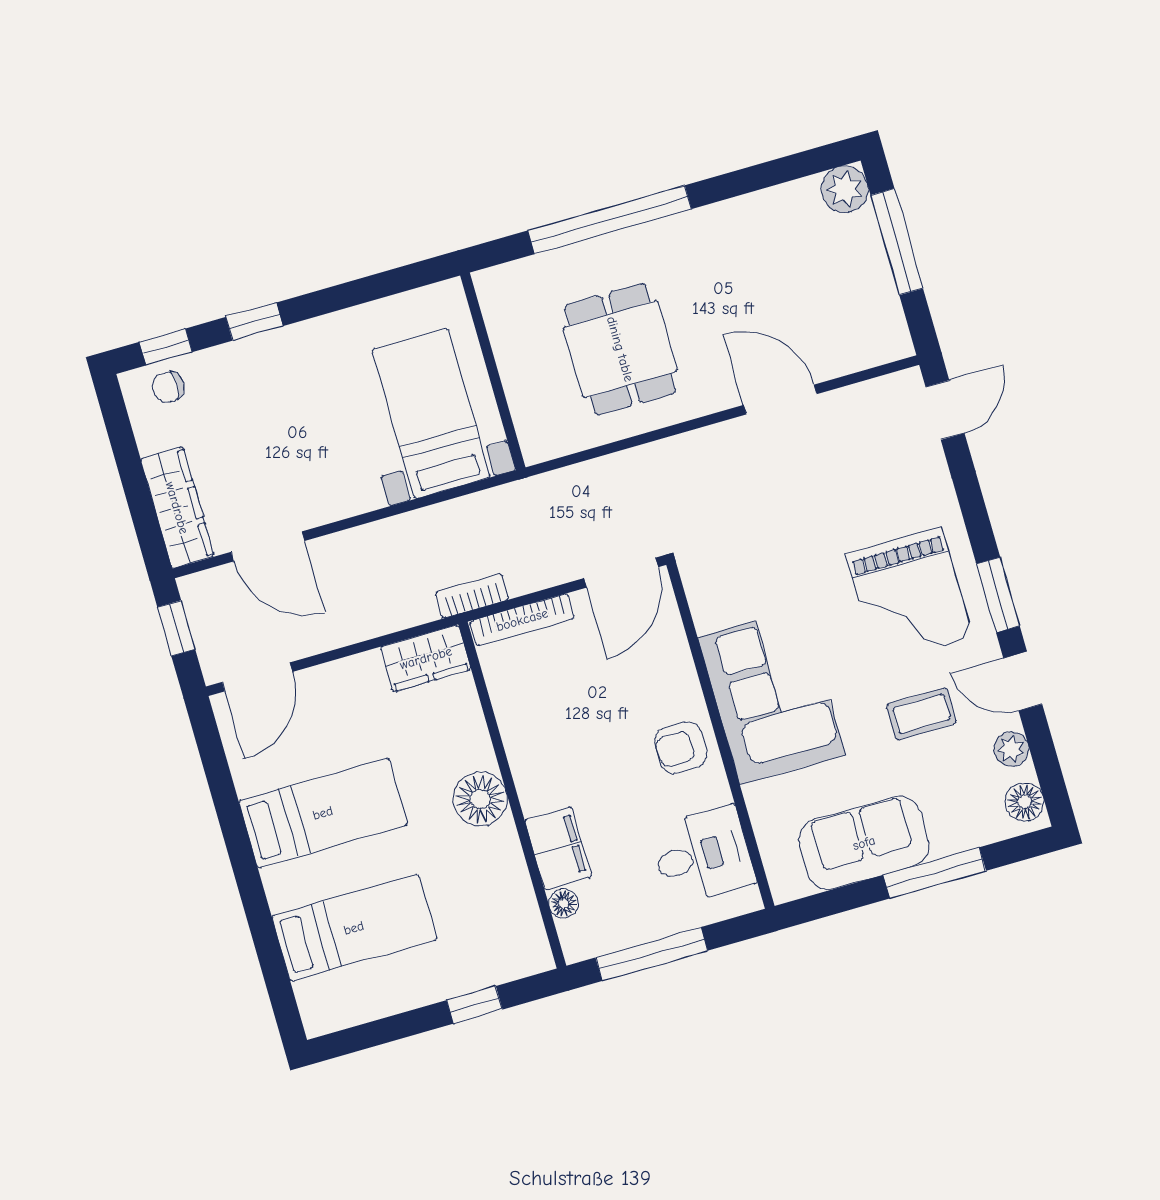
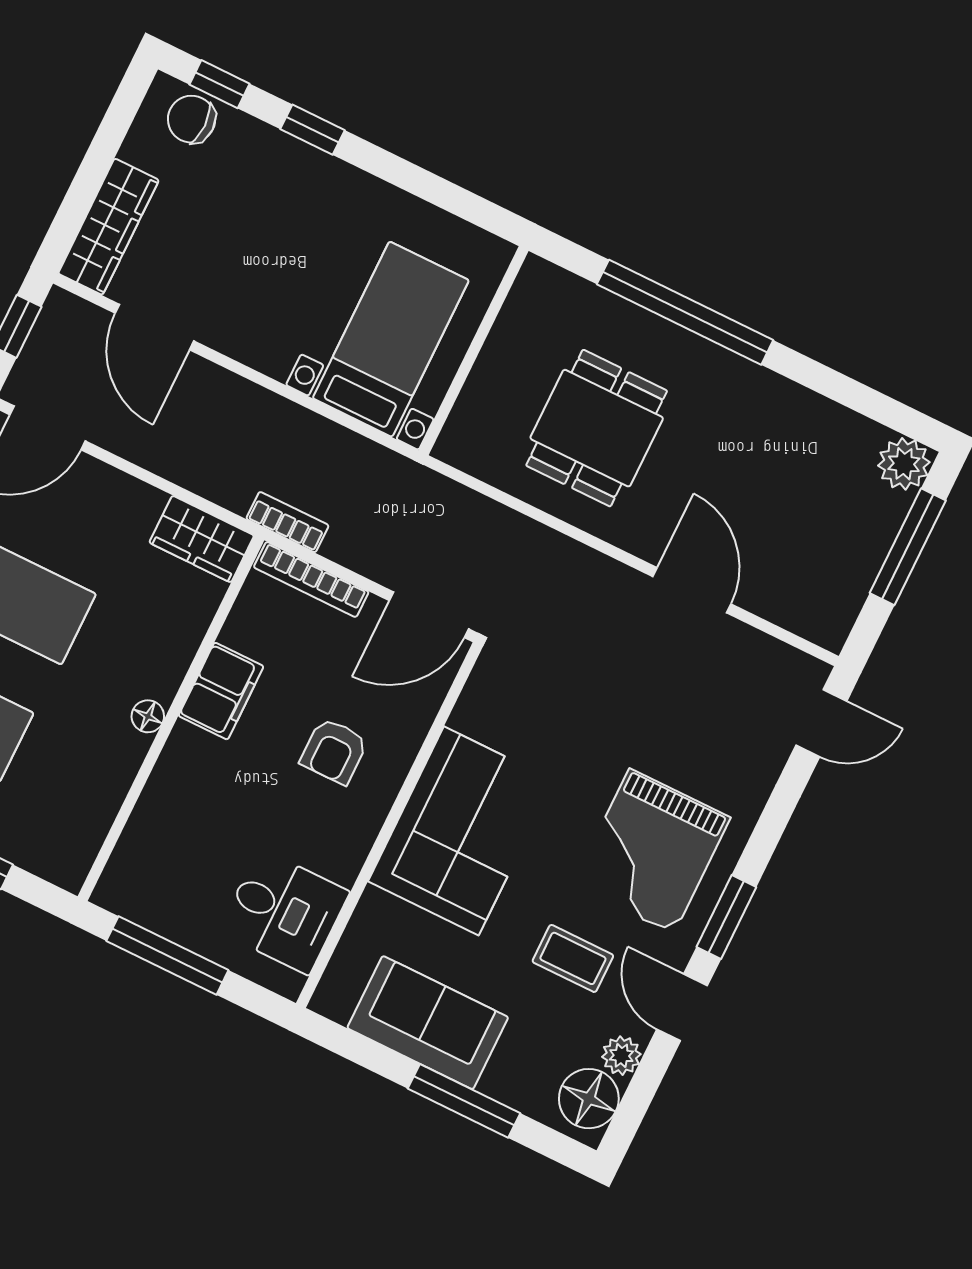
chair: (168, 387) -> (192, 119), width x1.37, depth x1.37
armchair: (681, 748) -> (334, 751), moved, turned -89
floor lamp: (480, 799) -> (148, 716), width x0.53, depth x0.53
floor lamp: (1025, 802) -> (589, 1099), width x1.38, depth x1.38
filing cabinet: (558, 848) -> (221, 691), moved
floor lamp: (564, 904) -> (132, 847), removed

